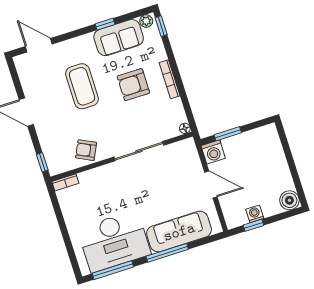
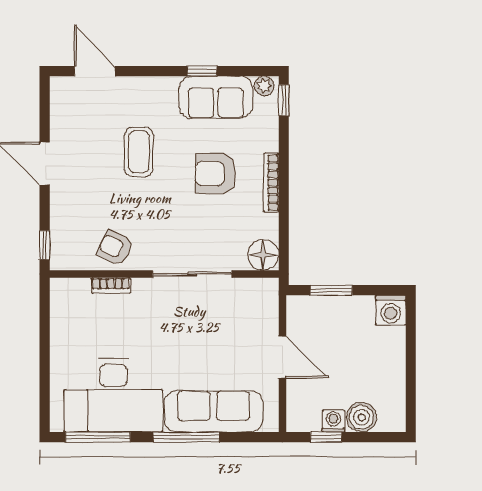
coffee table: (82, 86) -> (139, 152), width x0.73, depth x0.76
floor lamp: (185, 128) -> (263, 255), width x1.89, depth x1.89
washing machine: (213, 152) -> (391, 310), moved
bookcase: (65, 182) -> (111, 286), moved
boiler: (289, 200) -> (361, 417), moved

